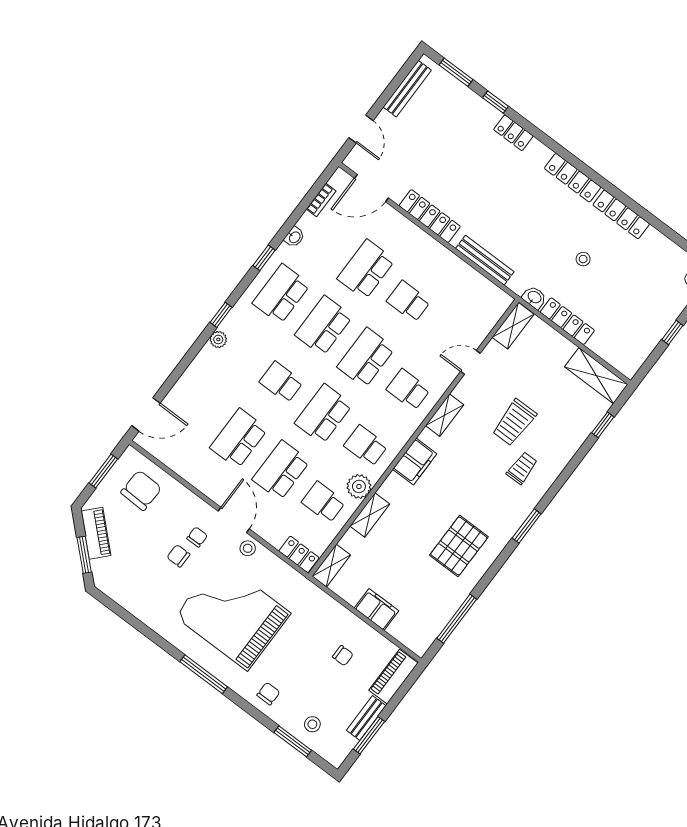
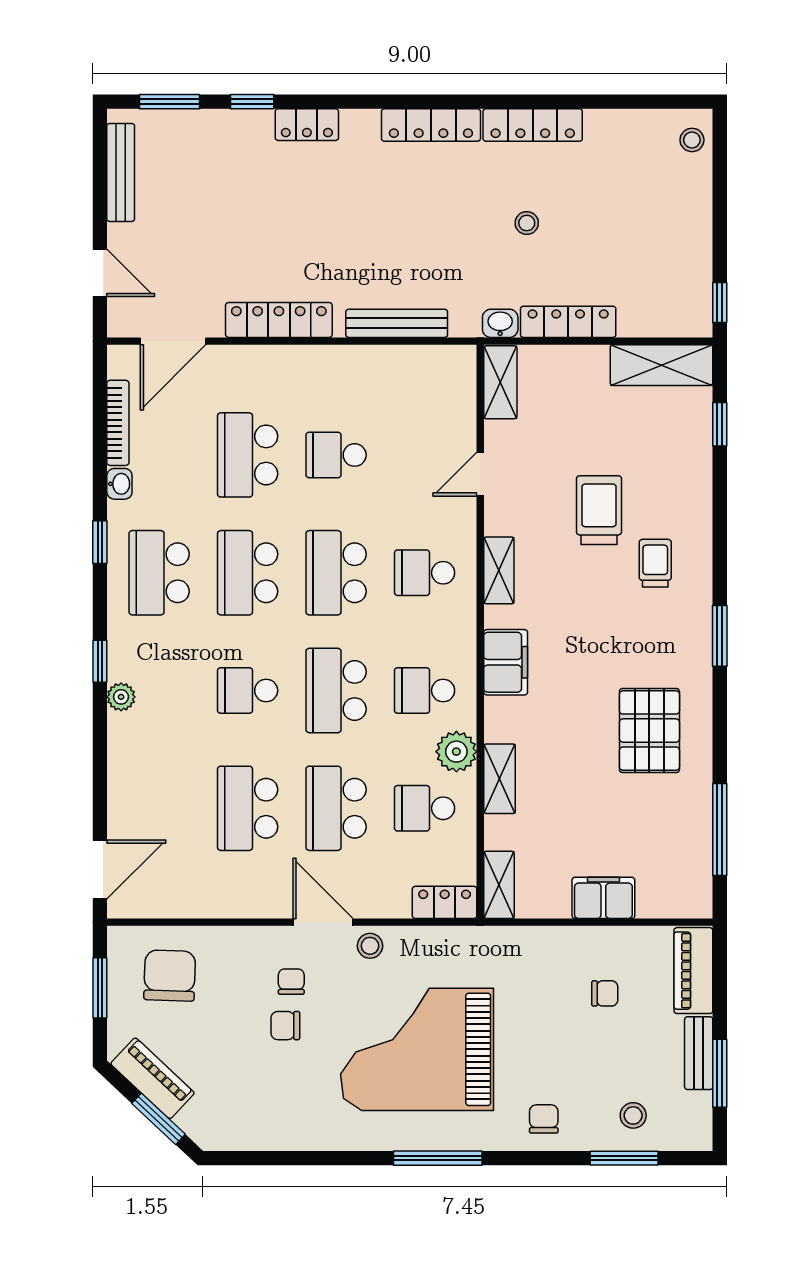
bookcase: (321, 200) -> (118, 423), width x1.56
window: (672, 333) -> (720, 303), moved
trolley: (514, 422) -> (599, 510), turned 180

